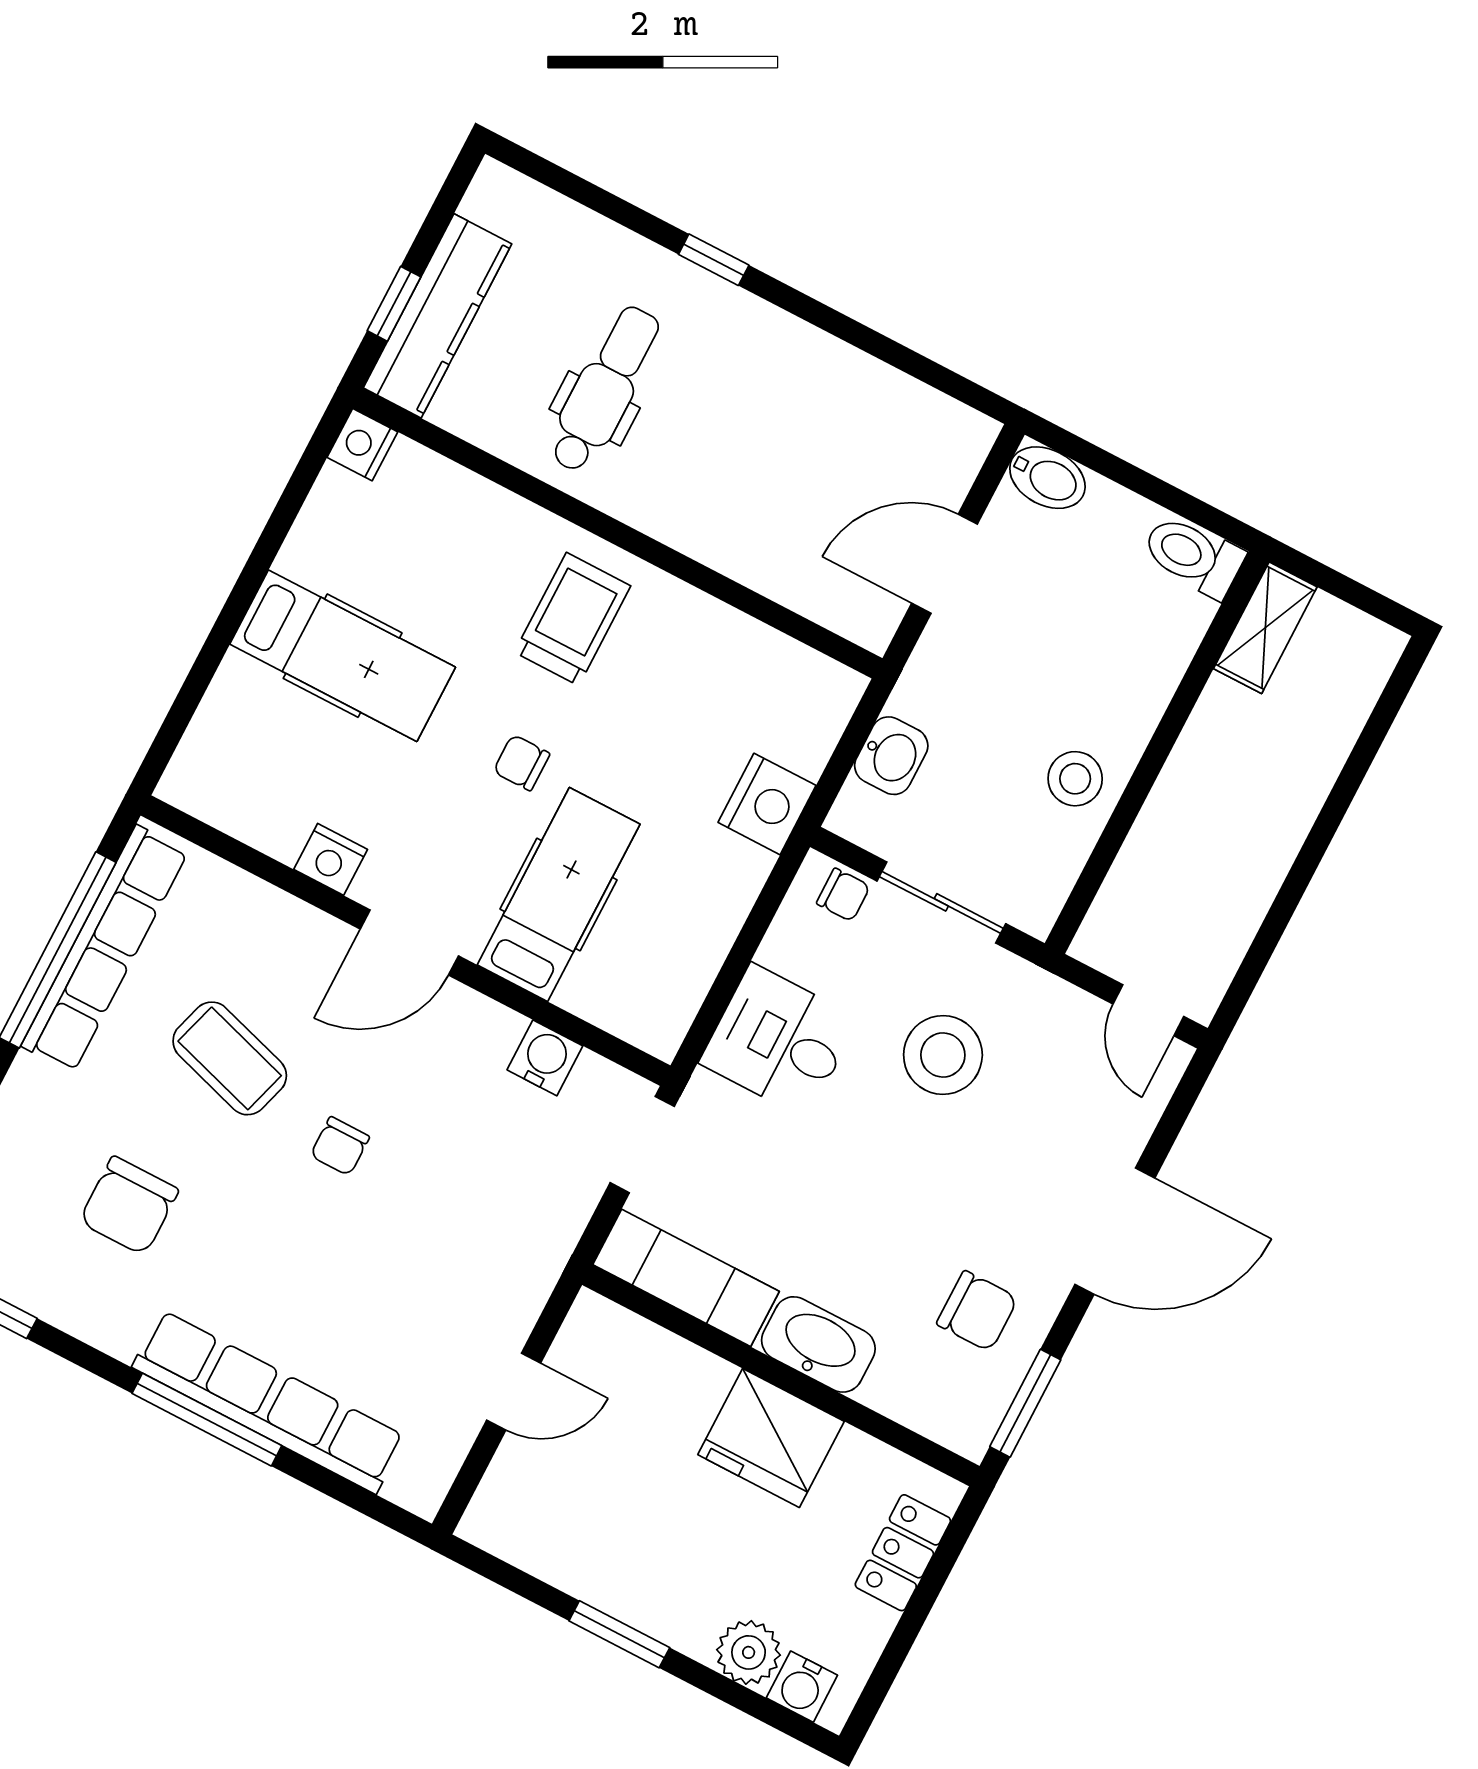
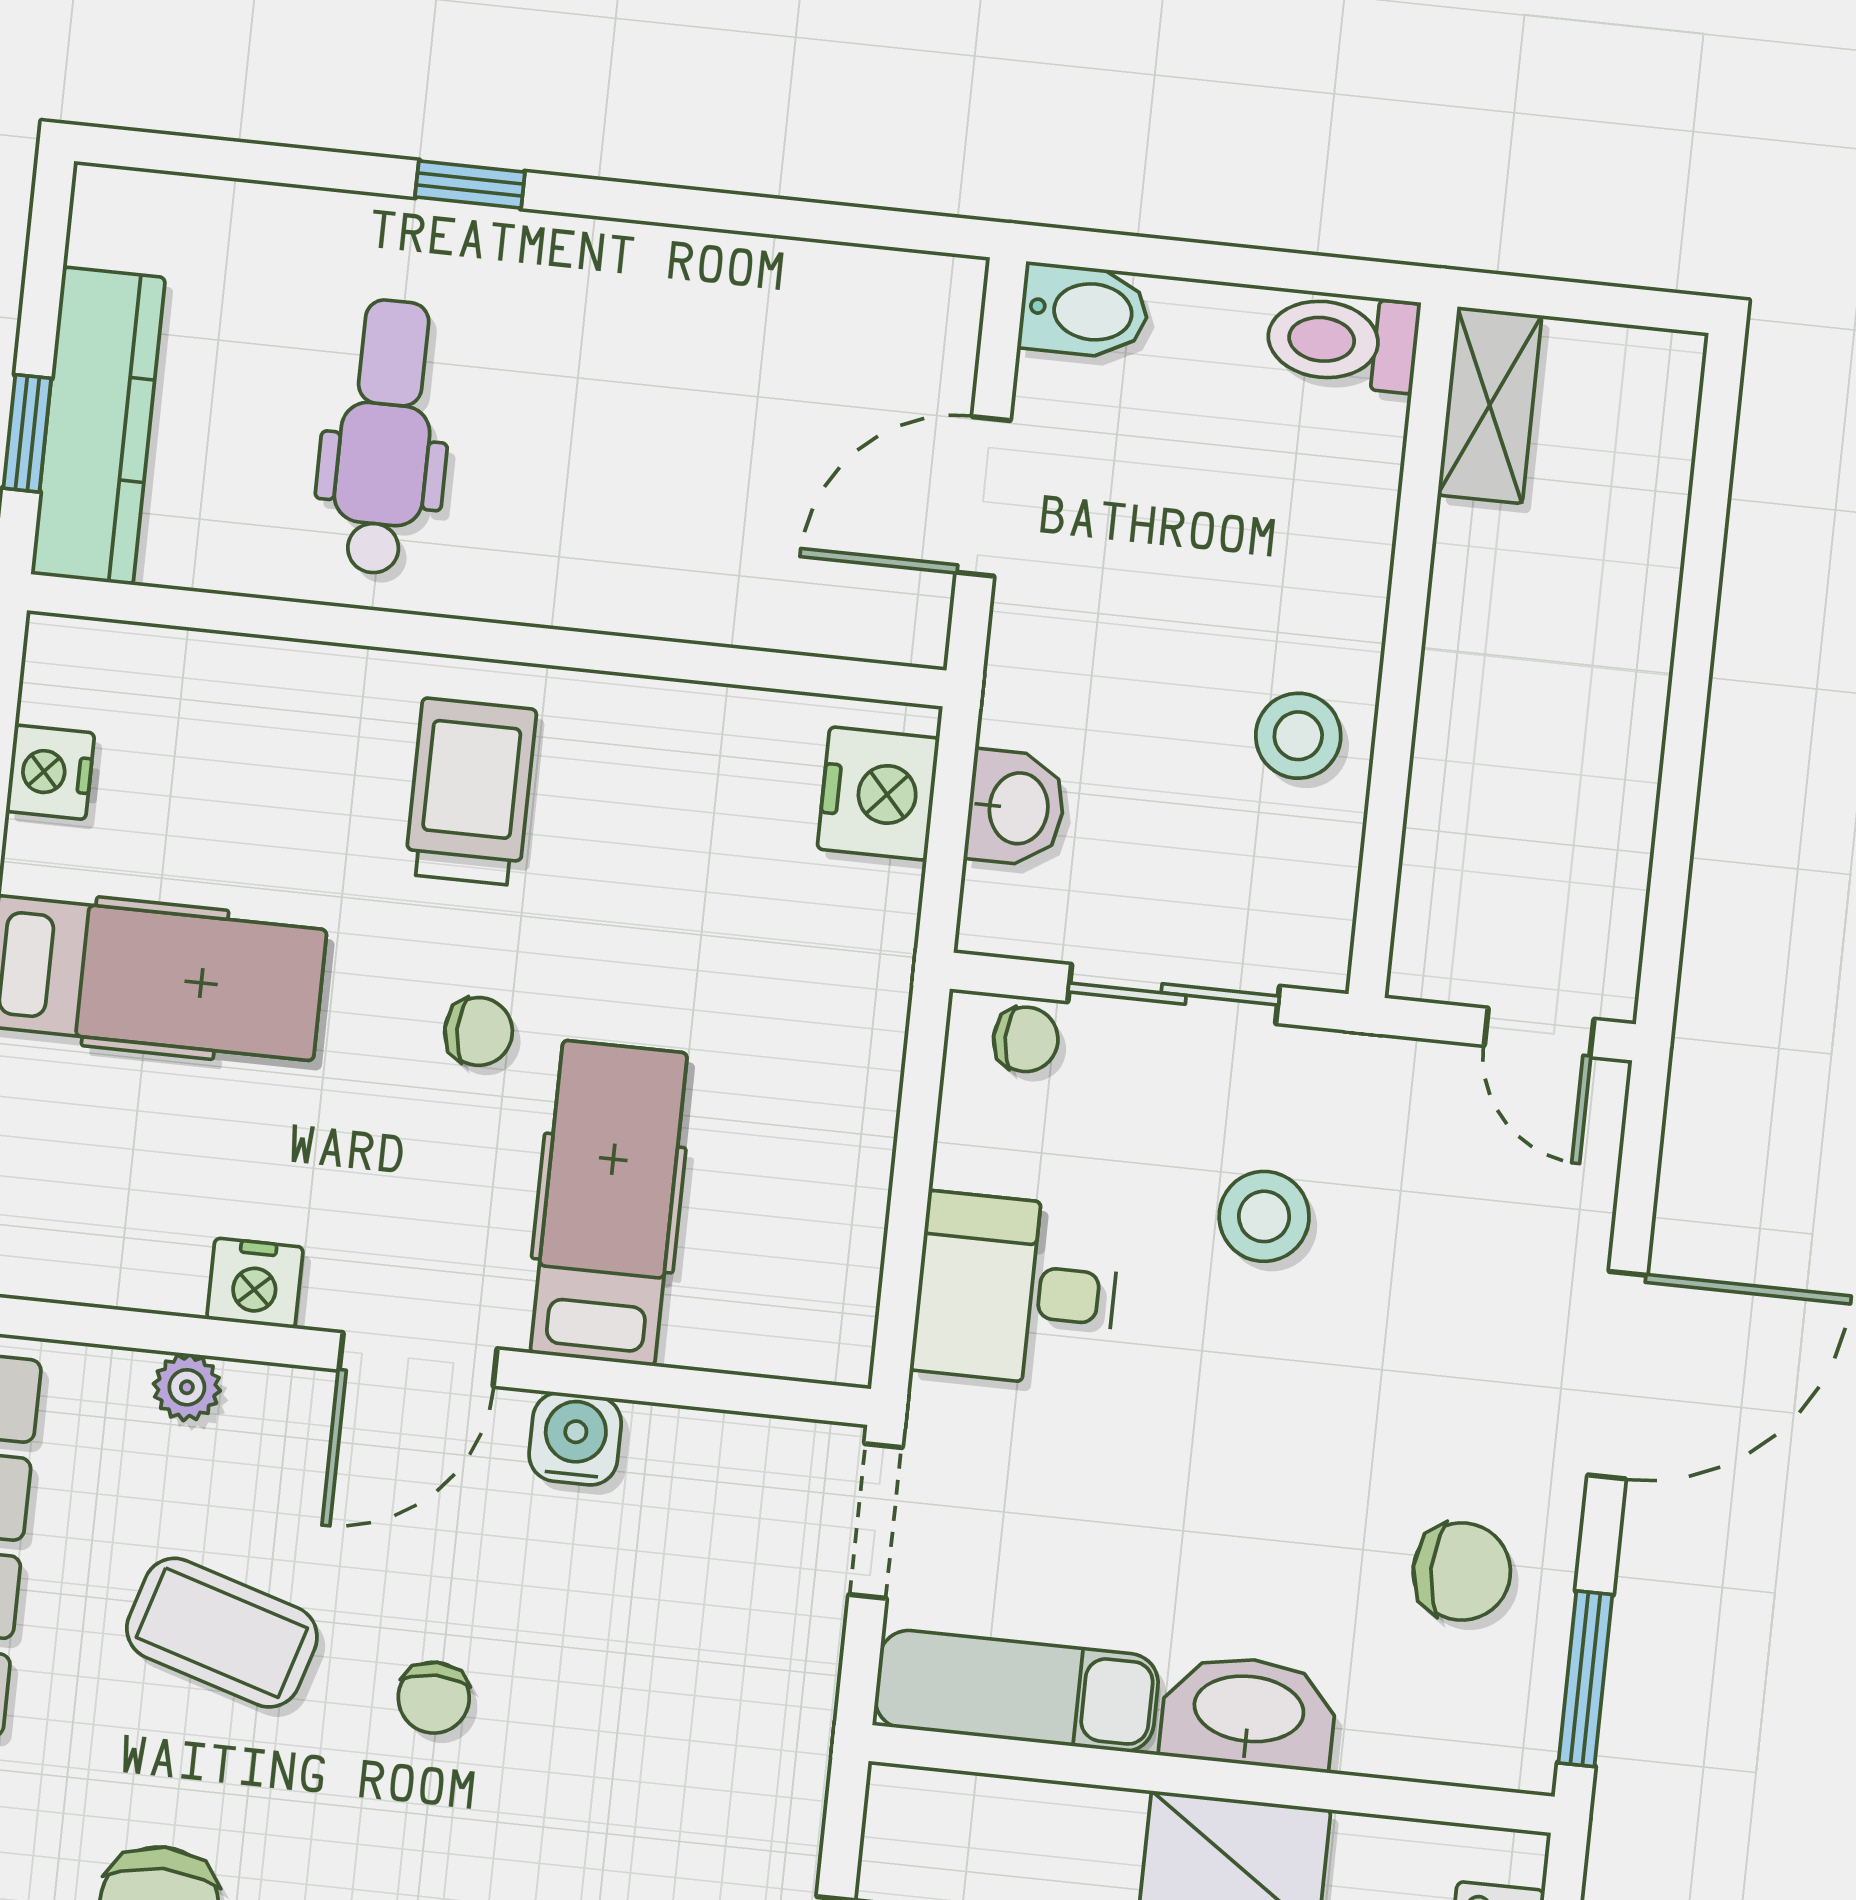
nightstand: (362, 445) -> (50, 772), moved
chair: (521, 763) -> (479, 1031), turned 180
nightstand: (767, 804) -> (878, 794), moved
plant: (266, 905) -> (187, 1387), added
stool: (943, 1055) -> (1264, 1216), width x0.73, depth x0.73
water cooler: (545, 1058) -> (575, 1439), moved

